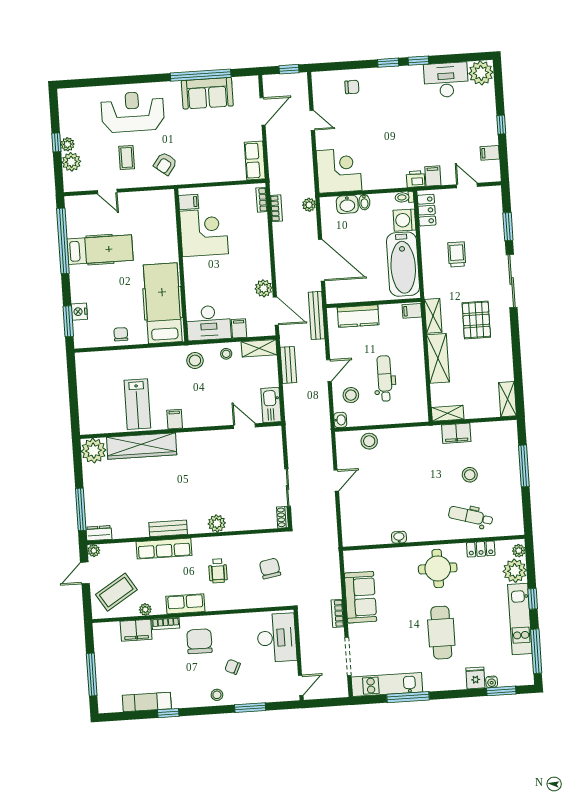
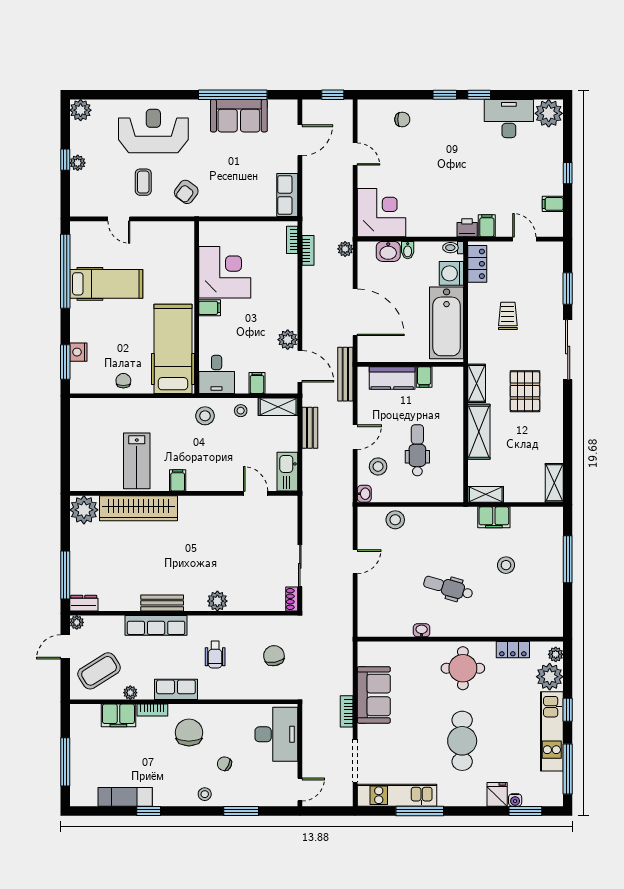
plant: (71, 162) -> (81, 110), moved
filing cabinet: (189, 202) -> (210, 308), moved
filing cabinet: (412, 311) -> (424, 377), moved, turned -90
desk: (209, 323) -> (217, 374), width x0.73
dental chair: (471, 516) -> (448, 588), moved

